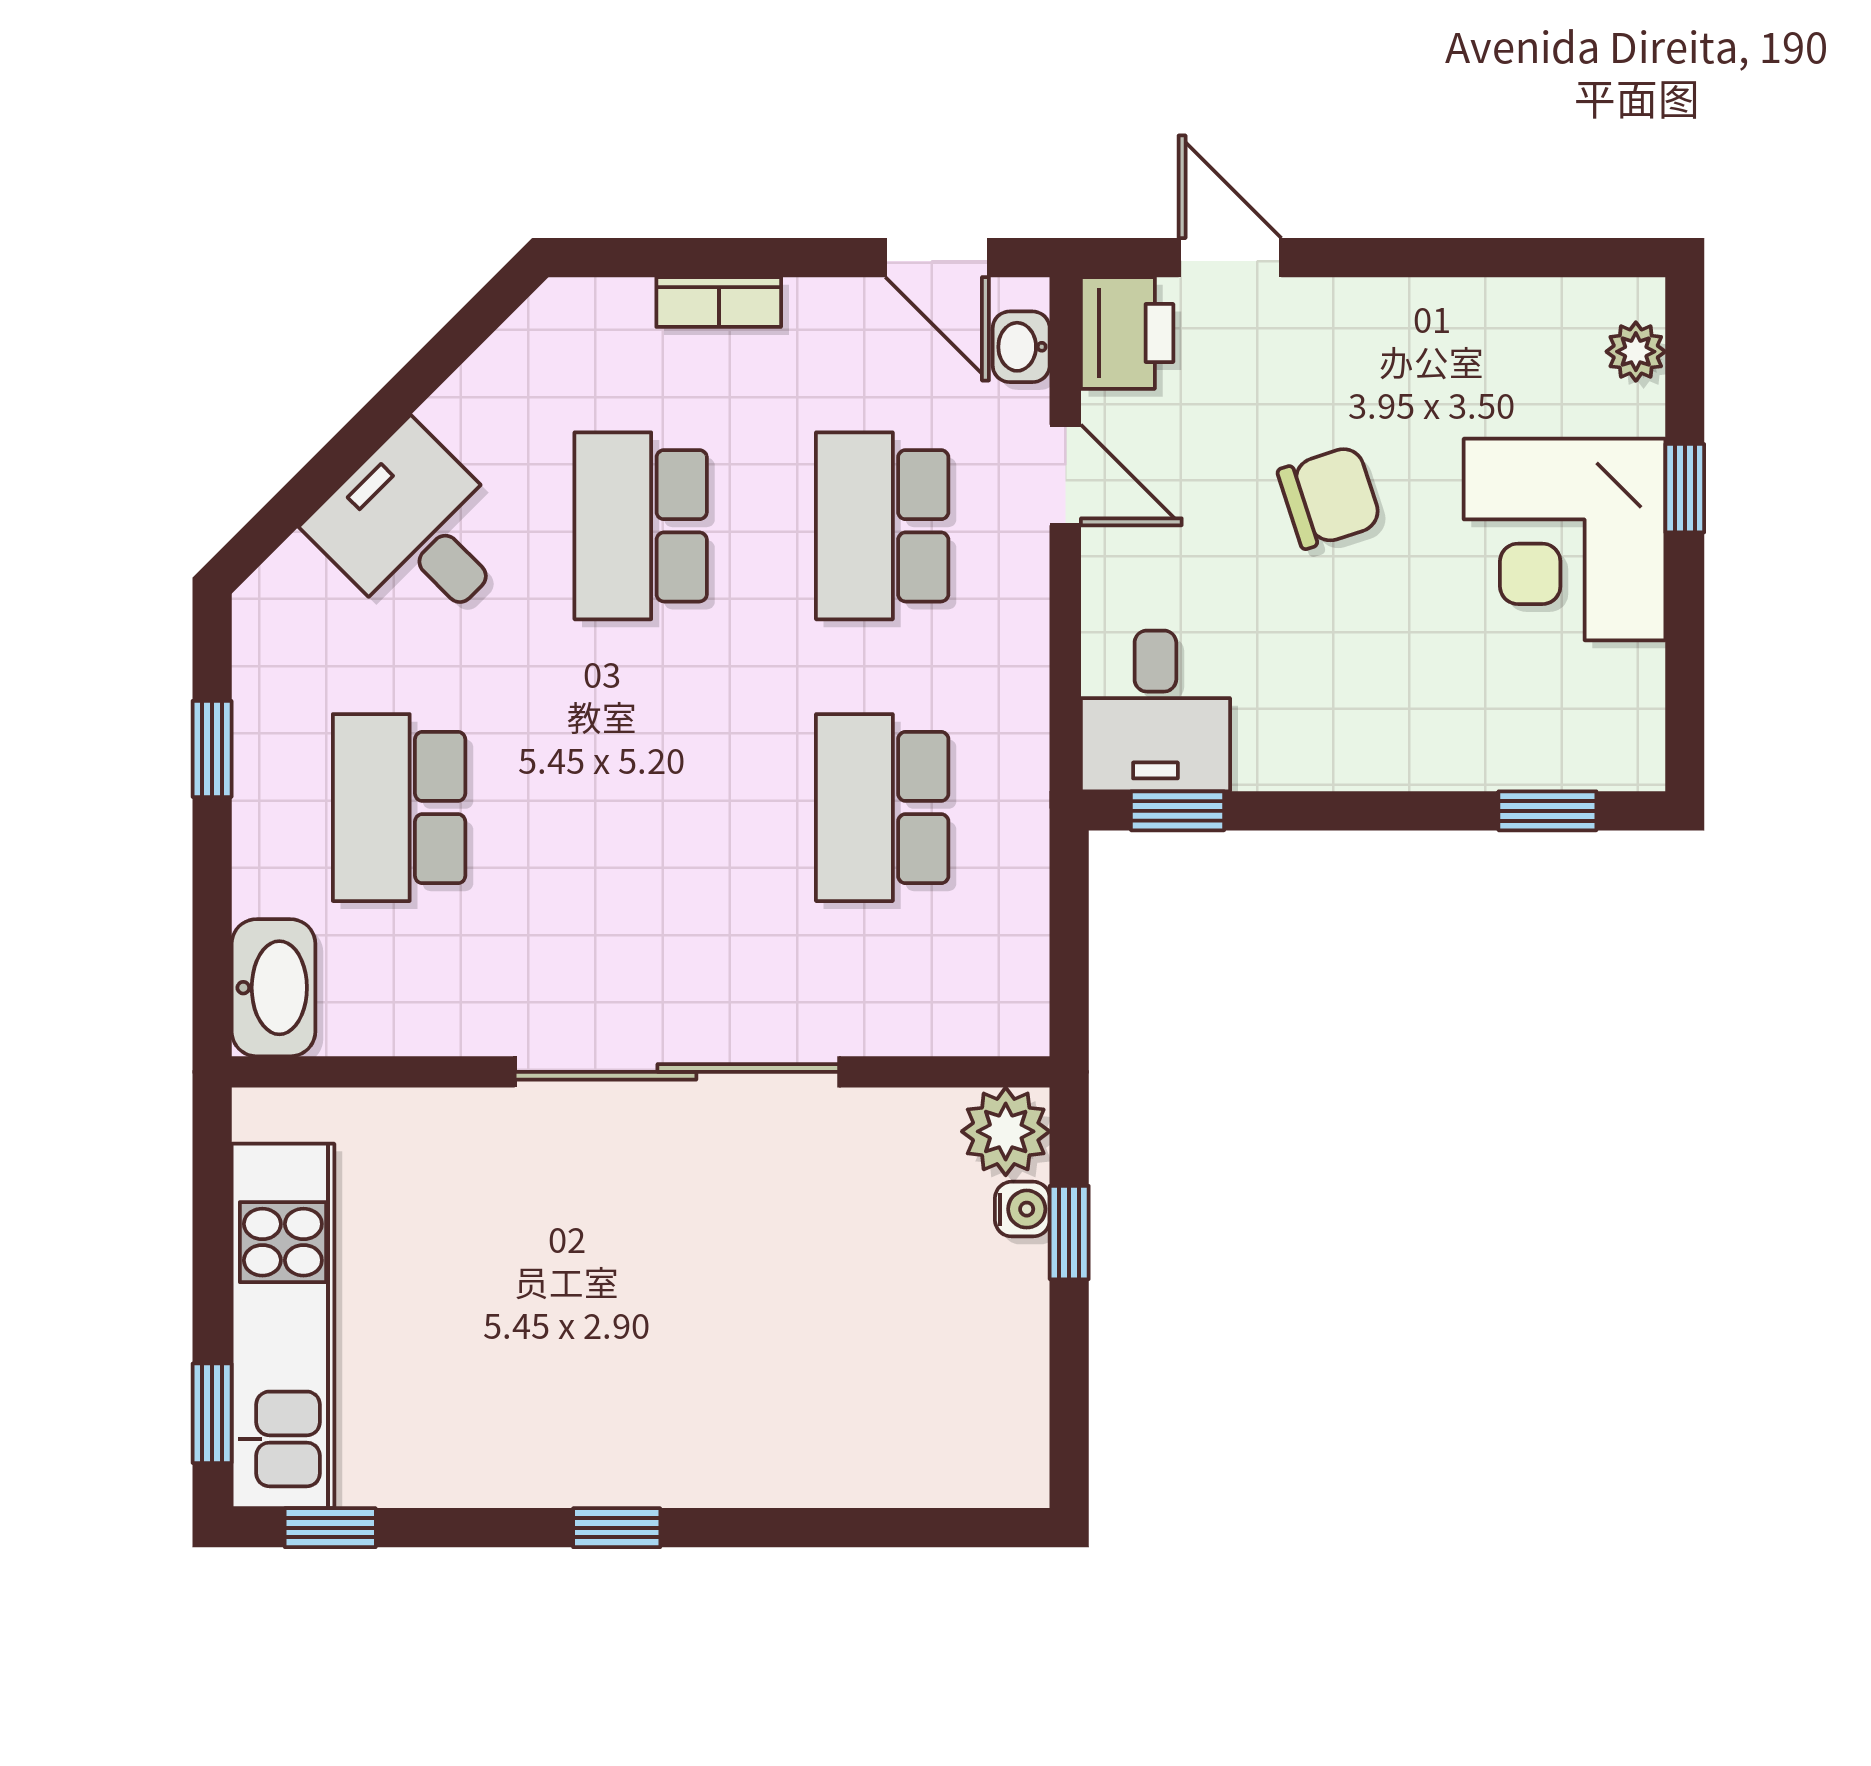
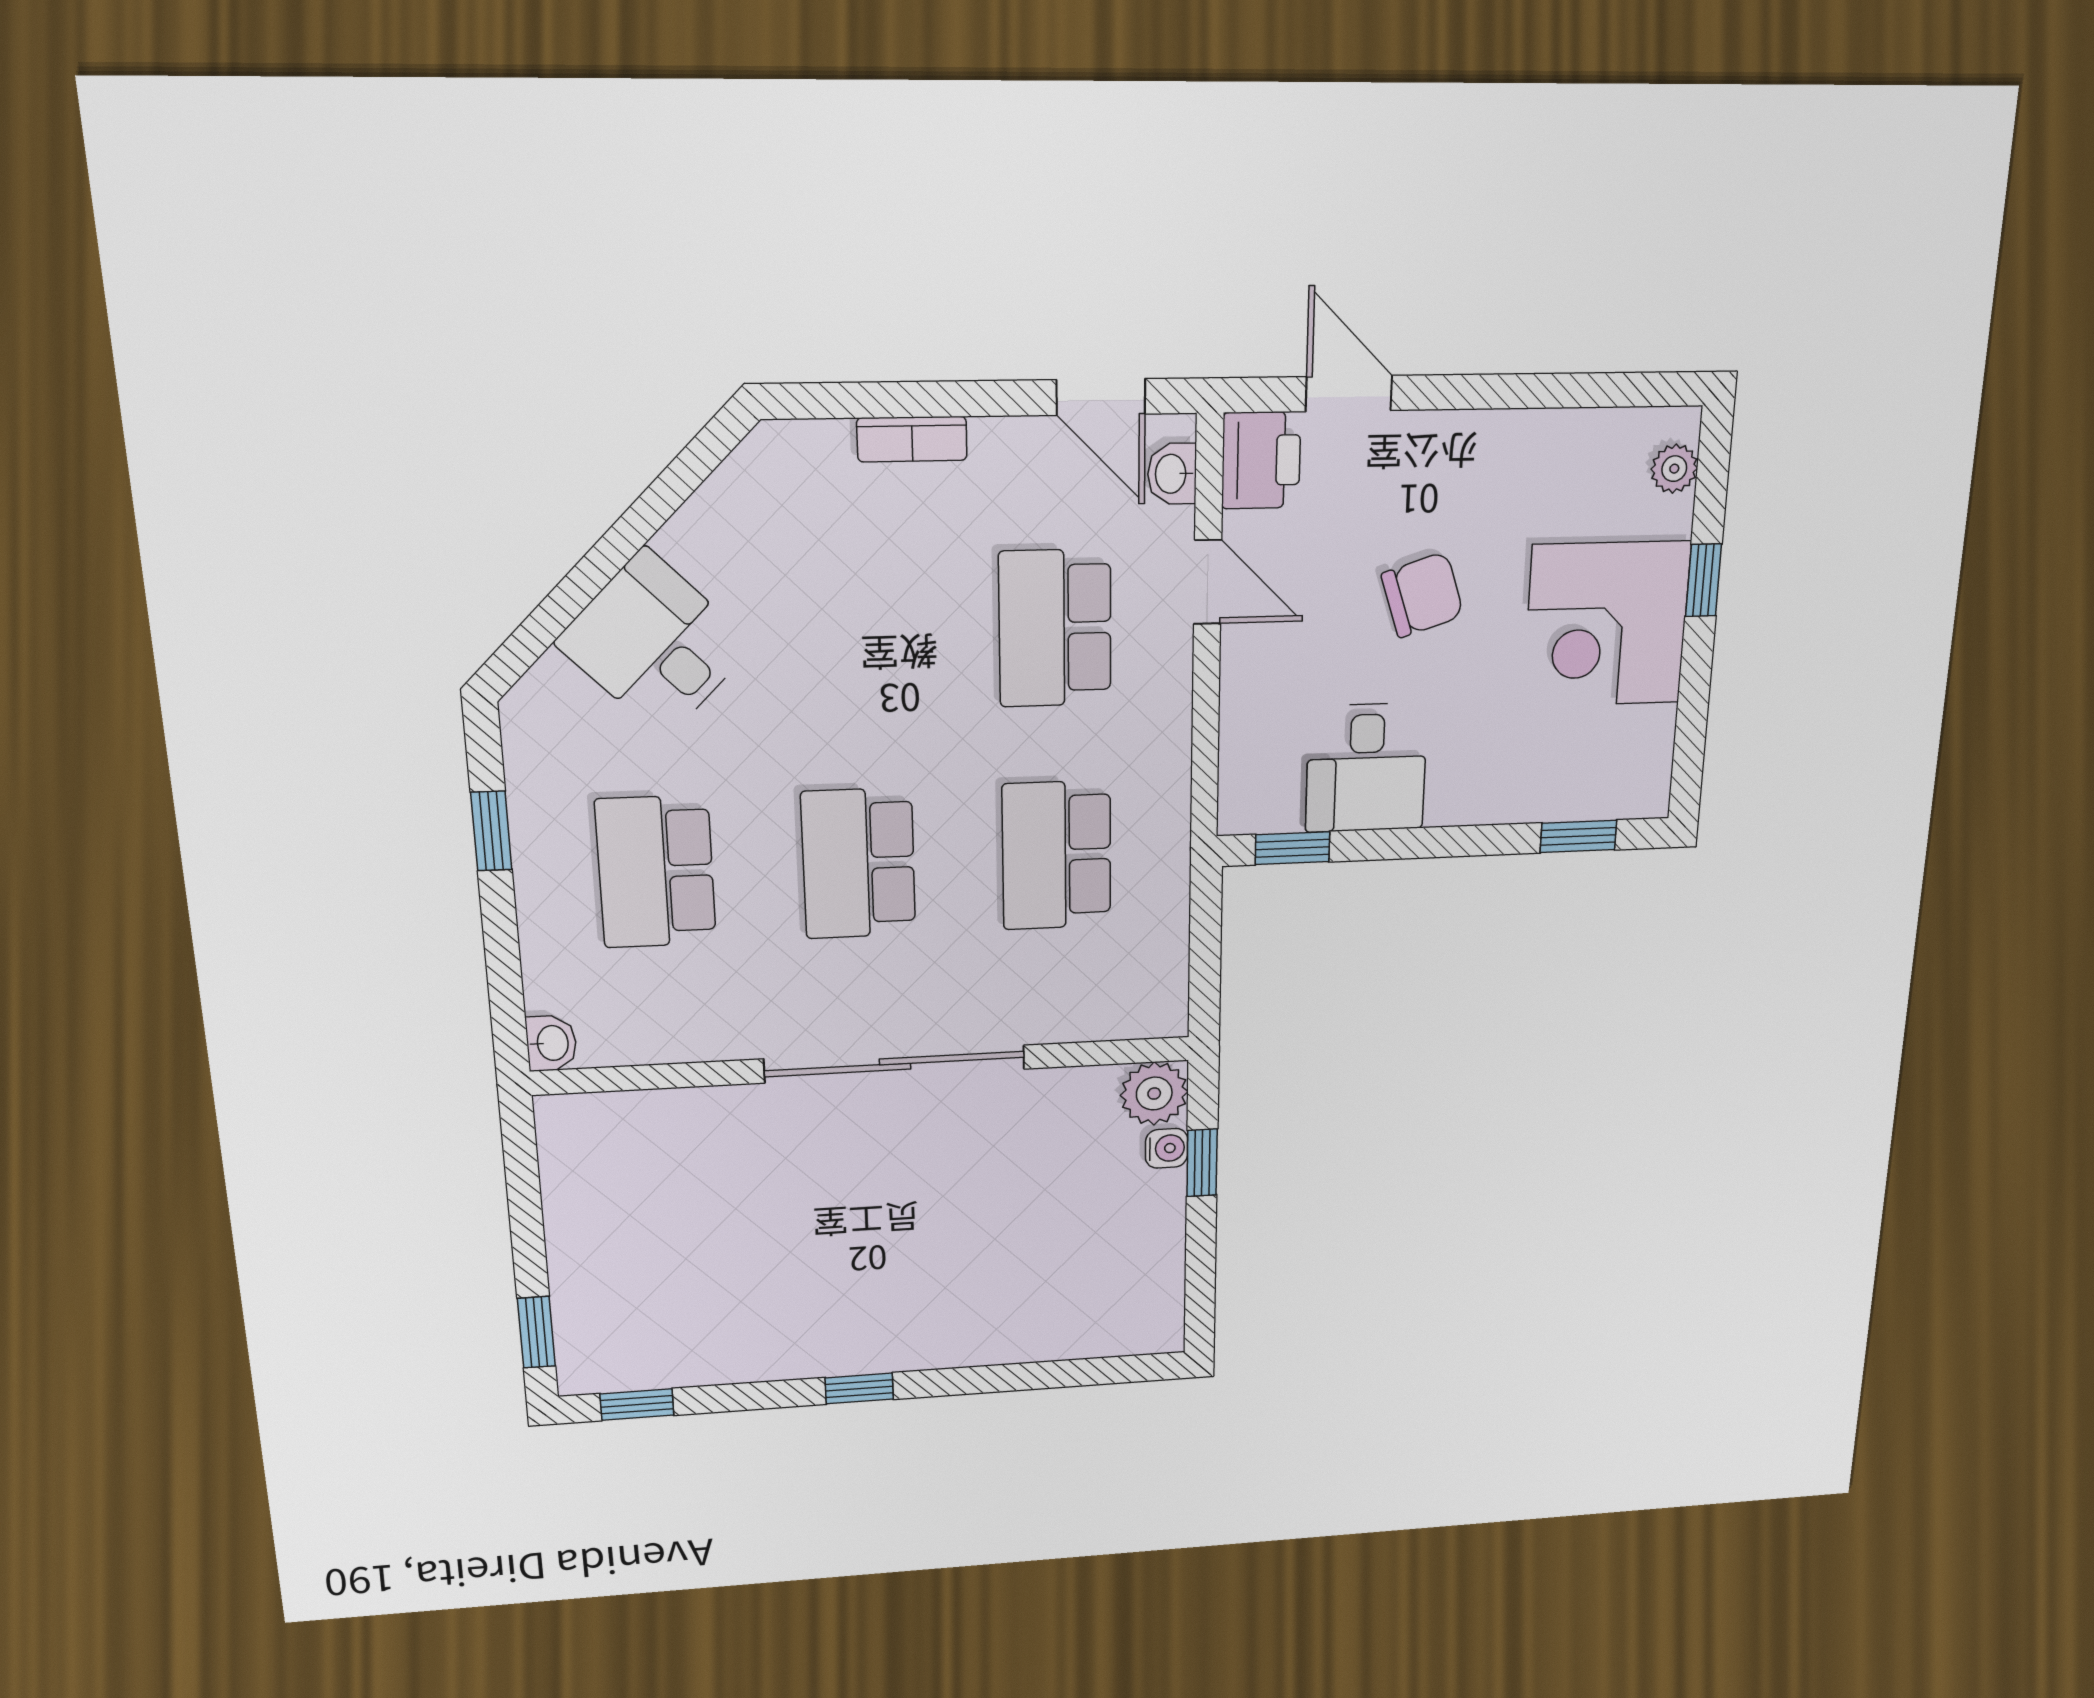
school desk: (641, 526) -> (859, 863), moved
desk: (1155, 711) -> (1366, 768), moved
washbasin: (273, 988) -> (551, 1043), width x0.52, depth x0.69
kitchen unit: (283, 1326) -> (588, 1267), removed

